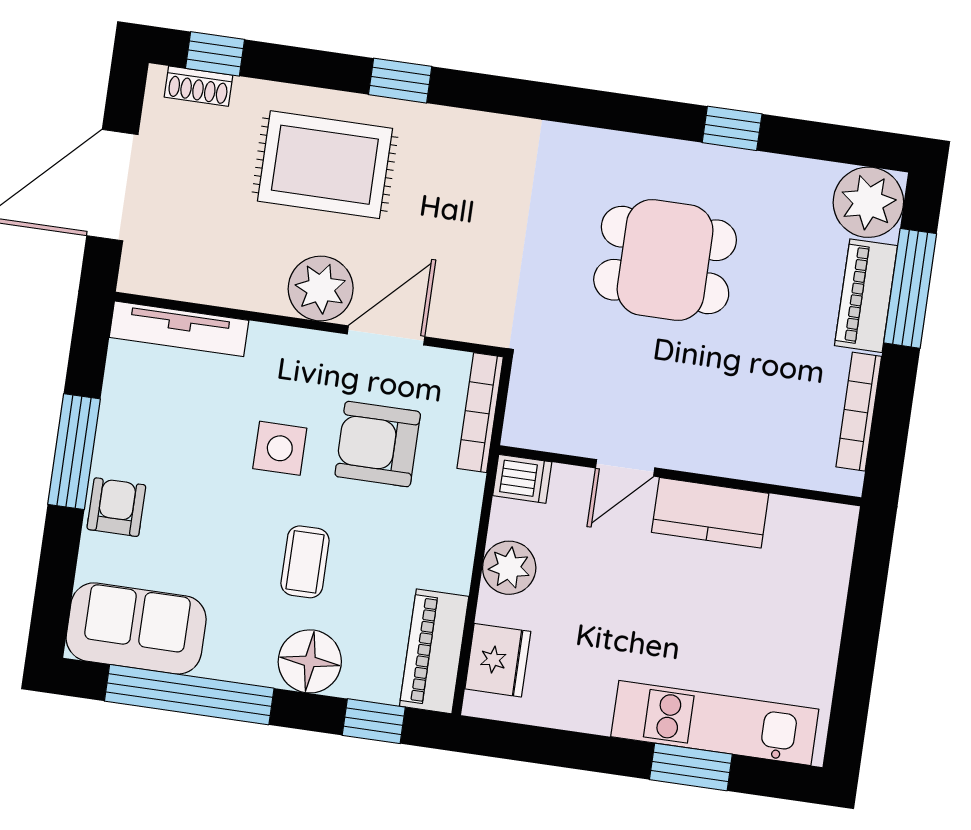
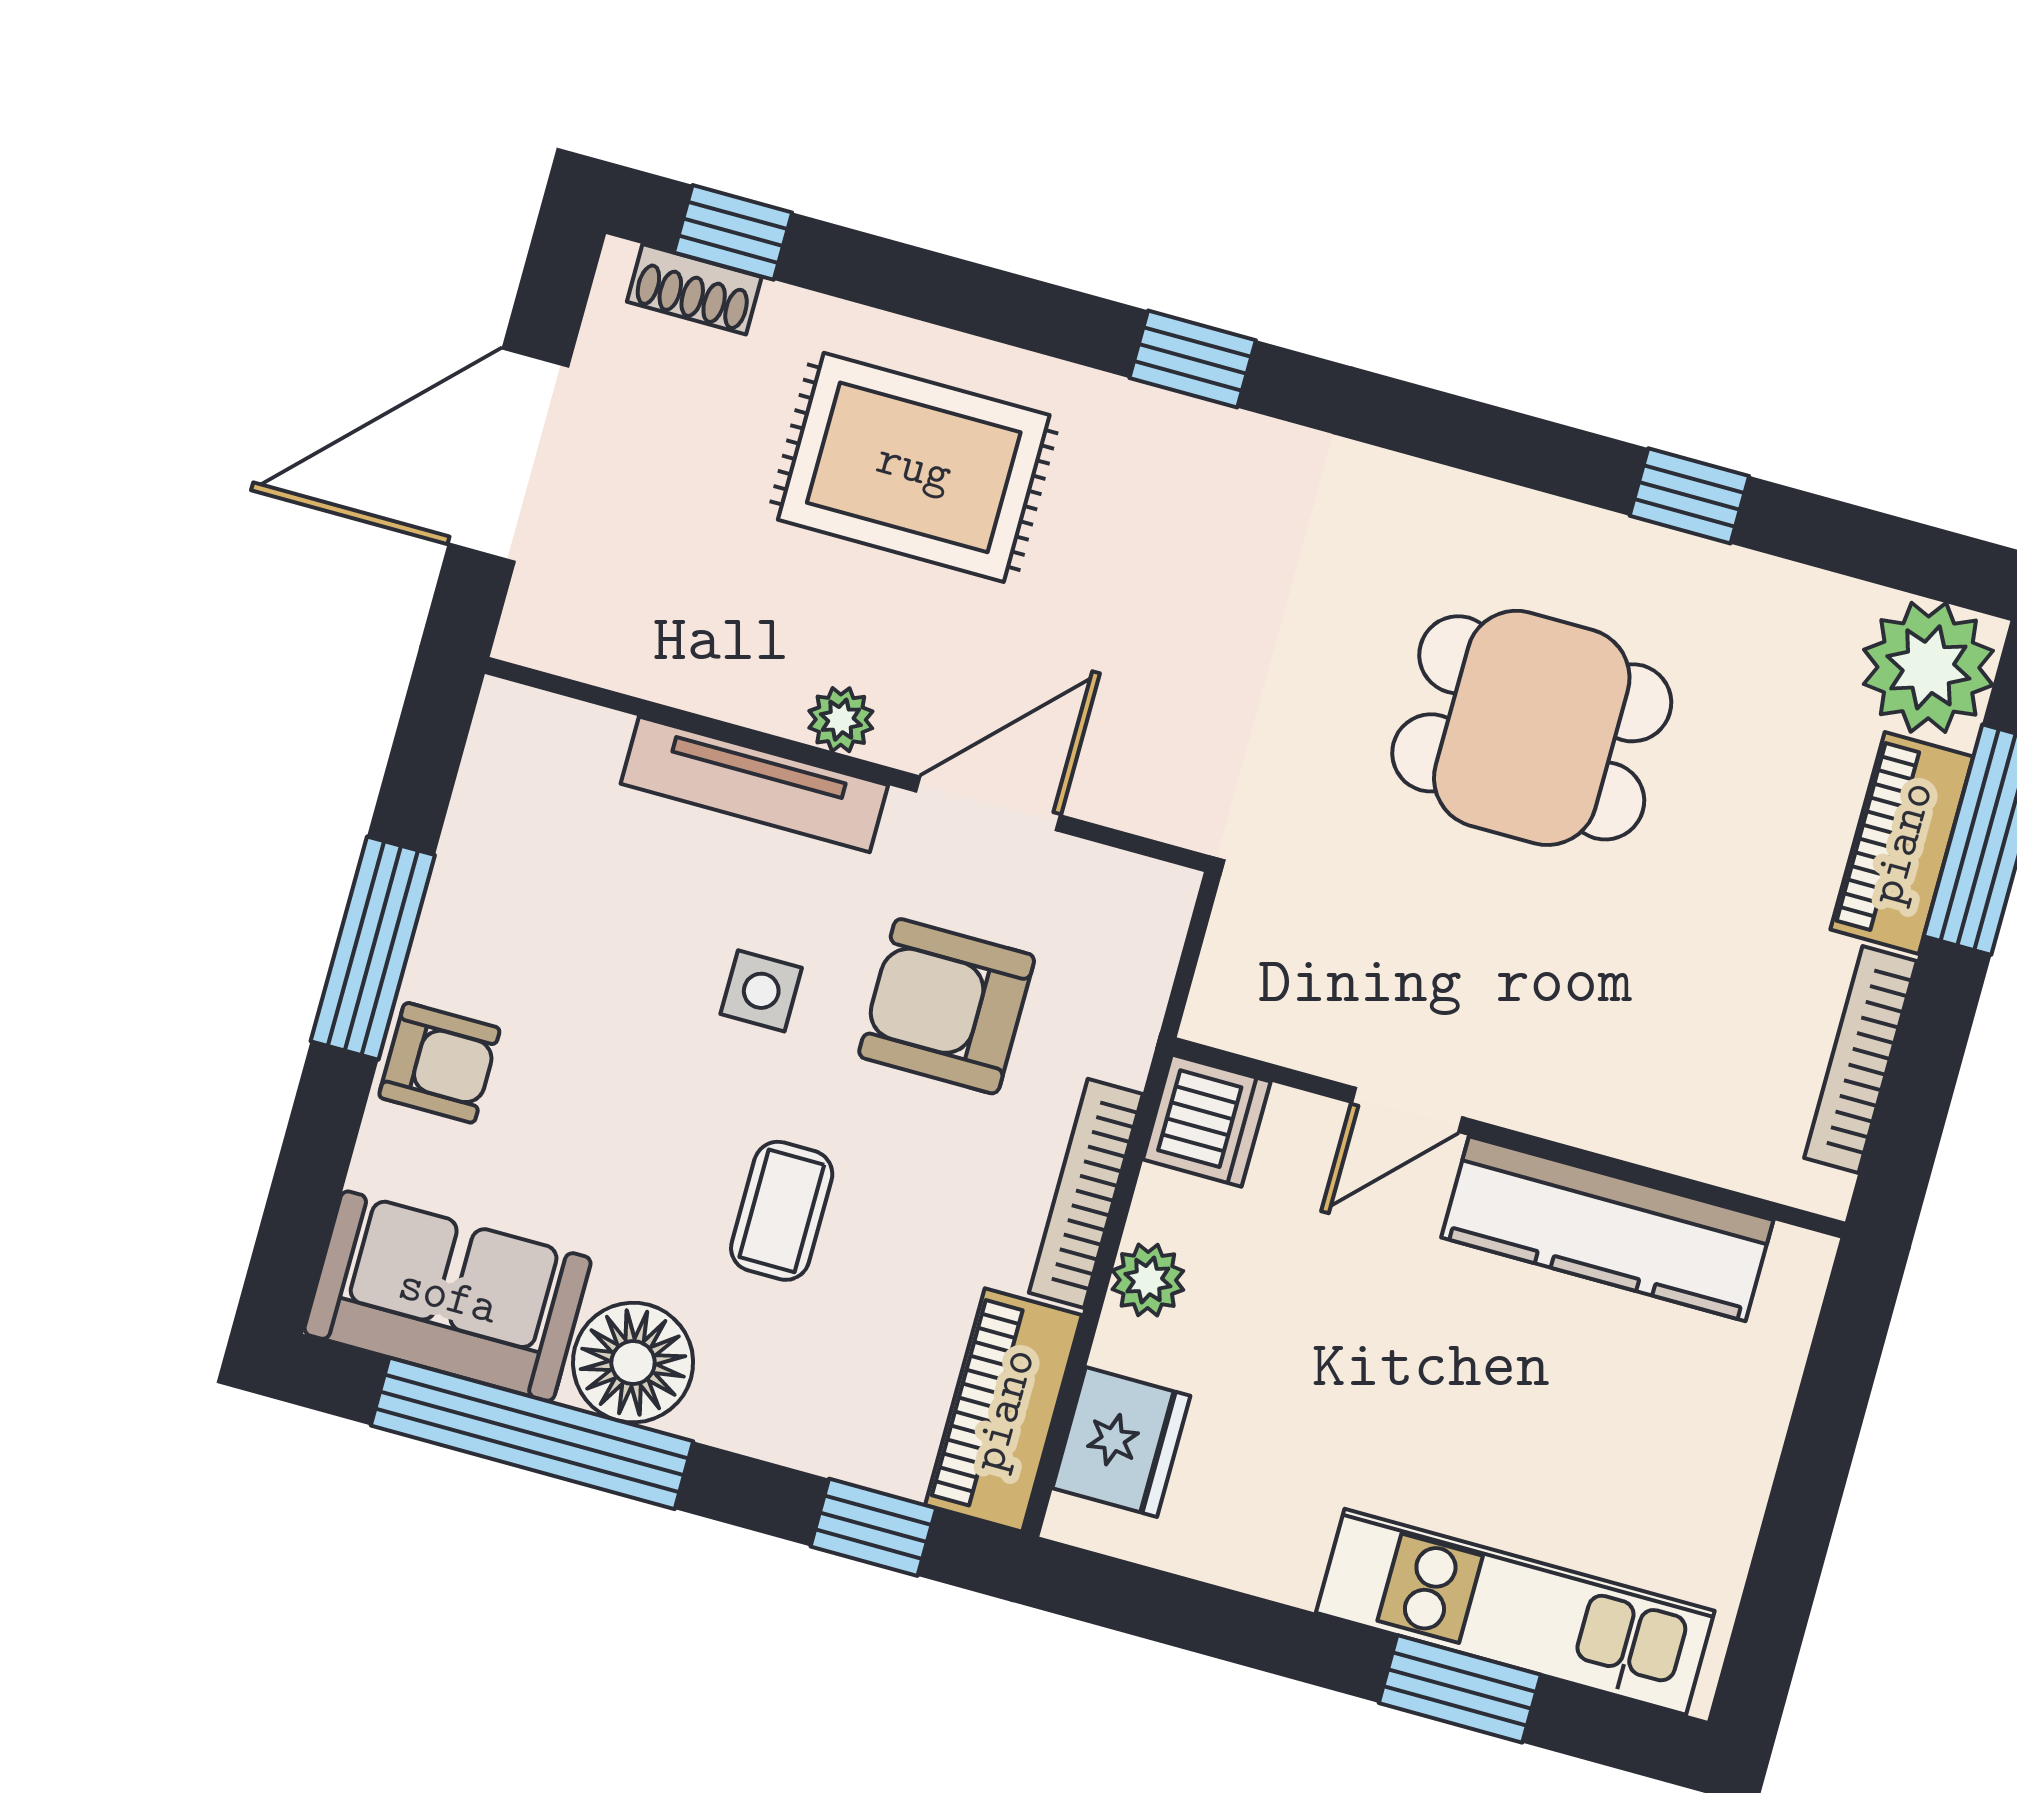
window: (400, 81) -> (1193, 359), moved
plant: (321, 288) -> (841, 720), width x0.53, depth x0.53
tv unit: (179, 329) -> (754, 784), moved
bookcase: (480, 413) -> (1086, 1193), moved
side table: (280, 448) -> (761, 991), width x0.73, depth x0.73
dishwasher: (522, 479) -> (1207, 1121), width x1.38
armchair: (116, 507) -> (439, 1063), turned 90
kitchen counter: (710, 513) -> (1607, 1229), width x1.50
plant: (509, 568) -> (1148, 1280), width x0.73, depth x0.73
floor lamp: (310, 661) -> (633, 1363), moved

